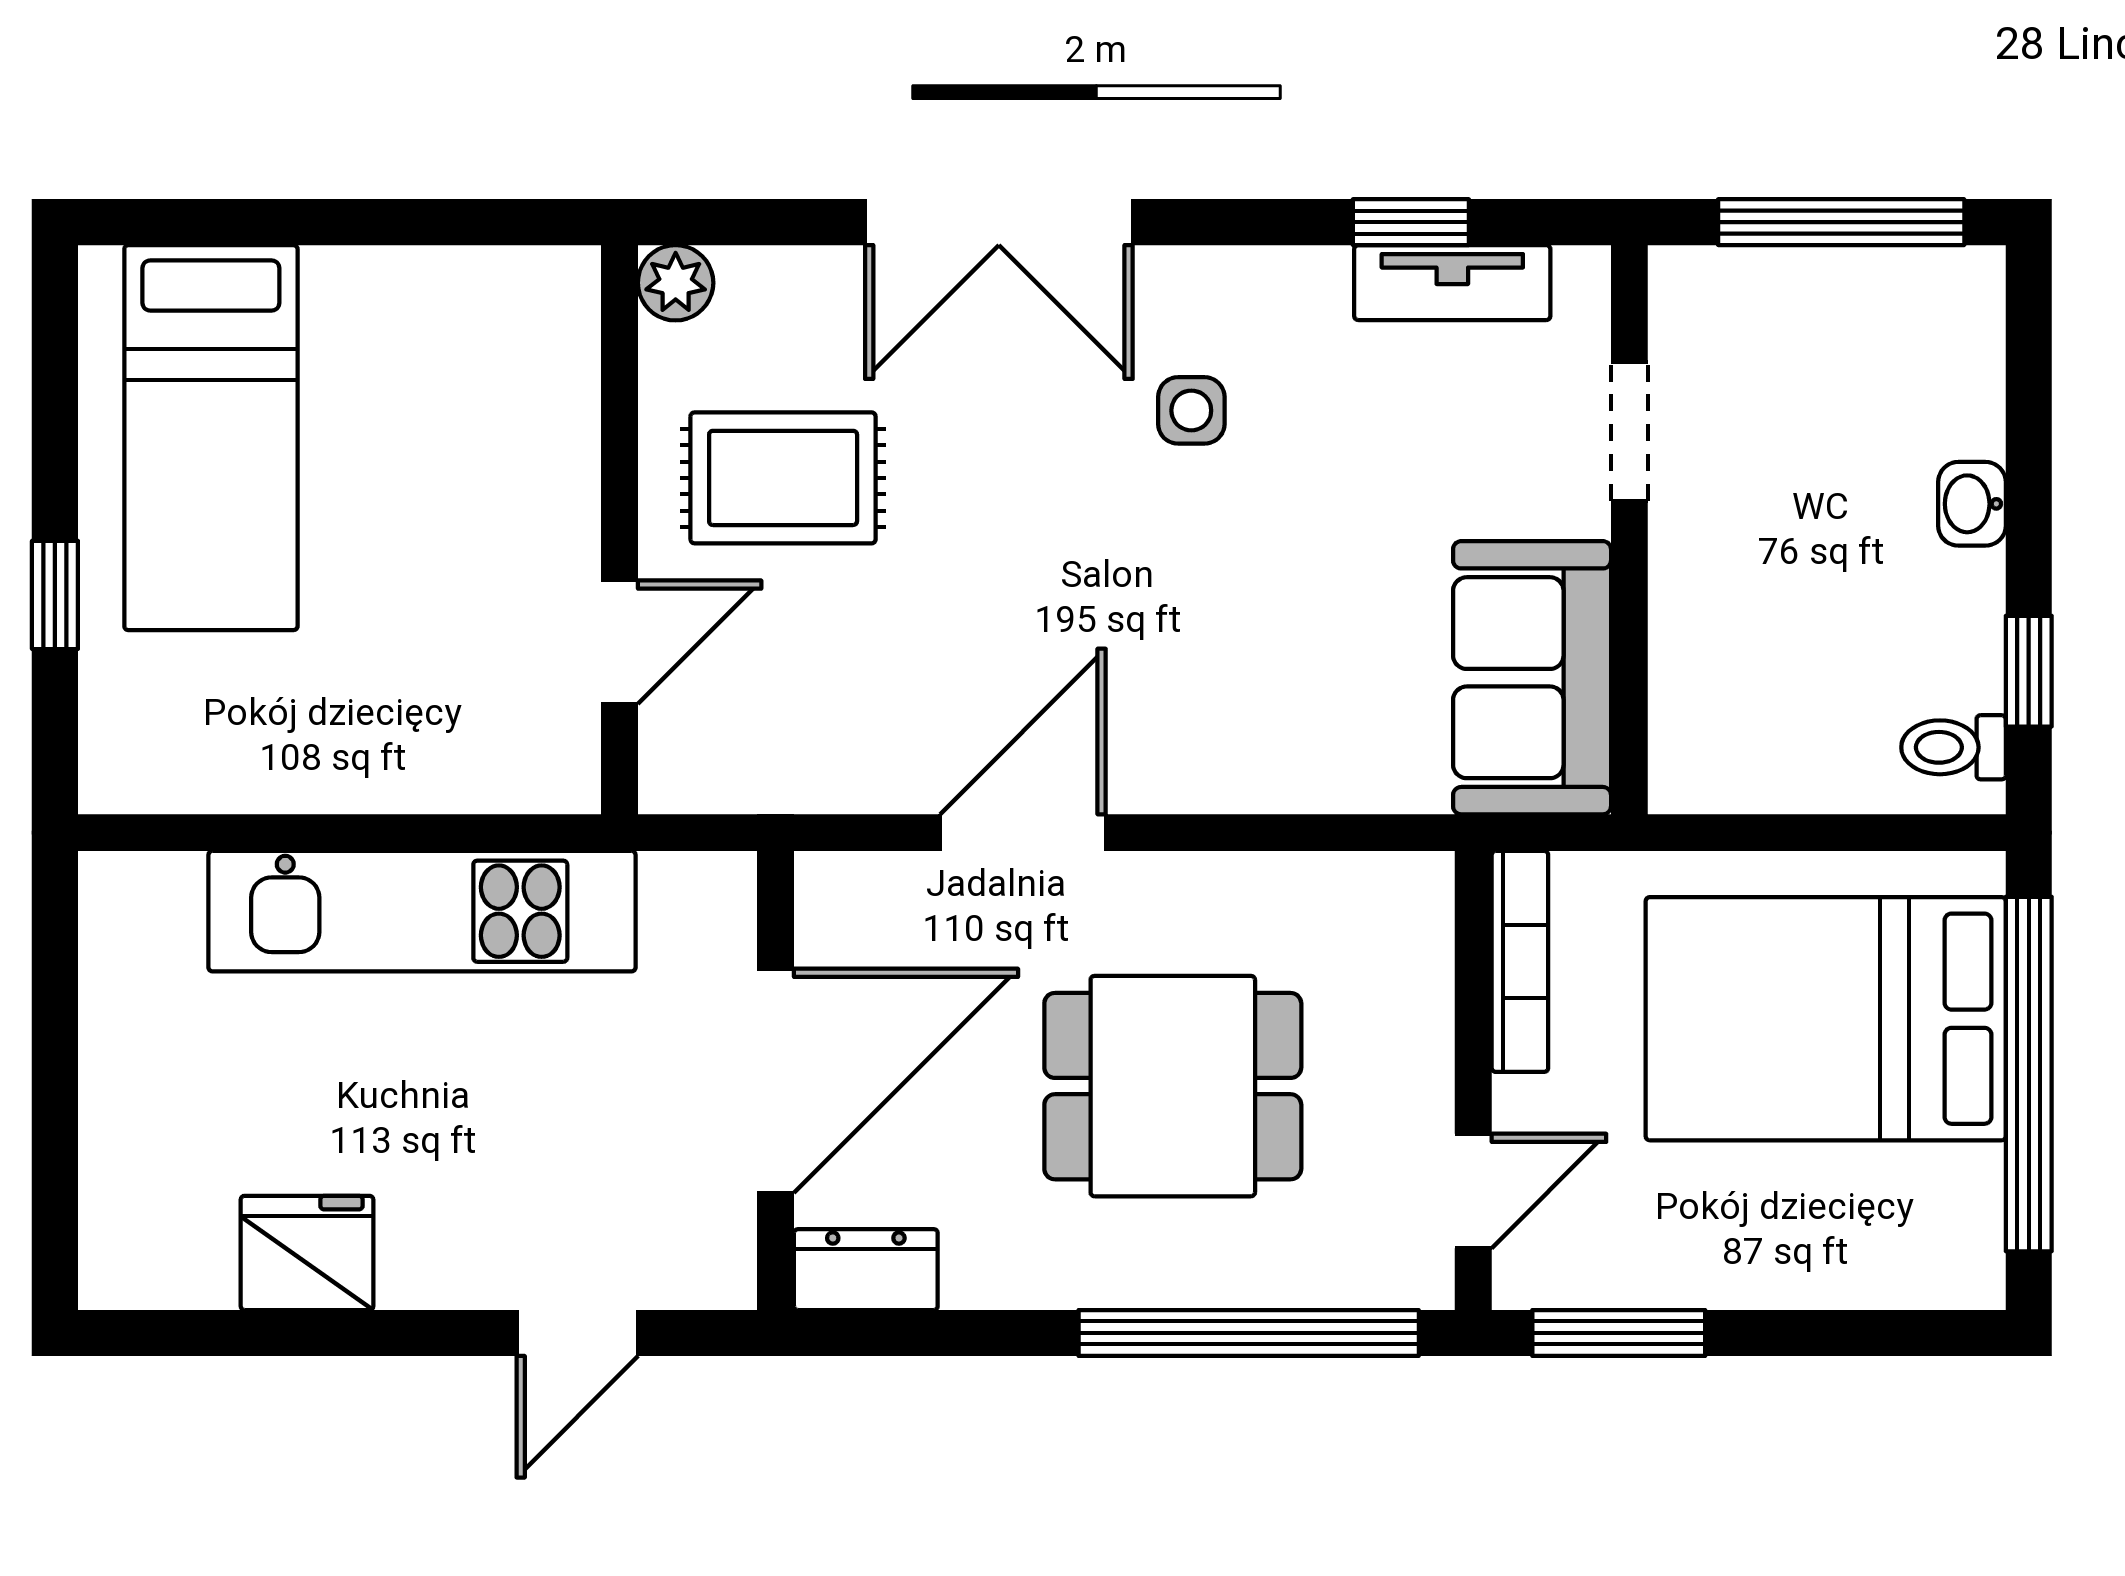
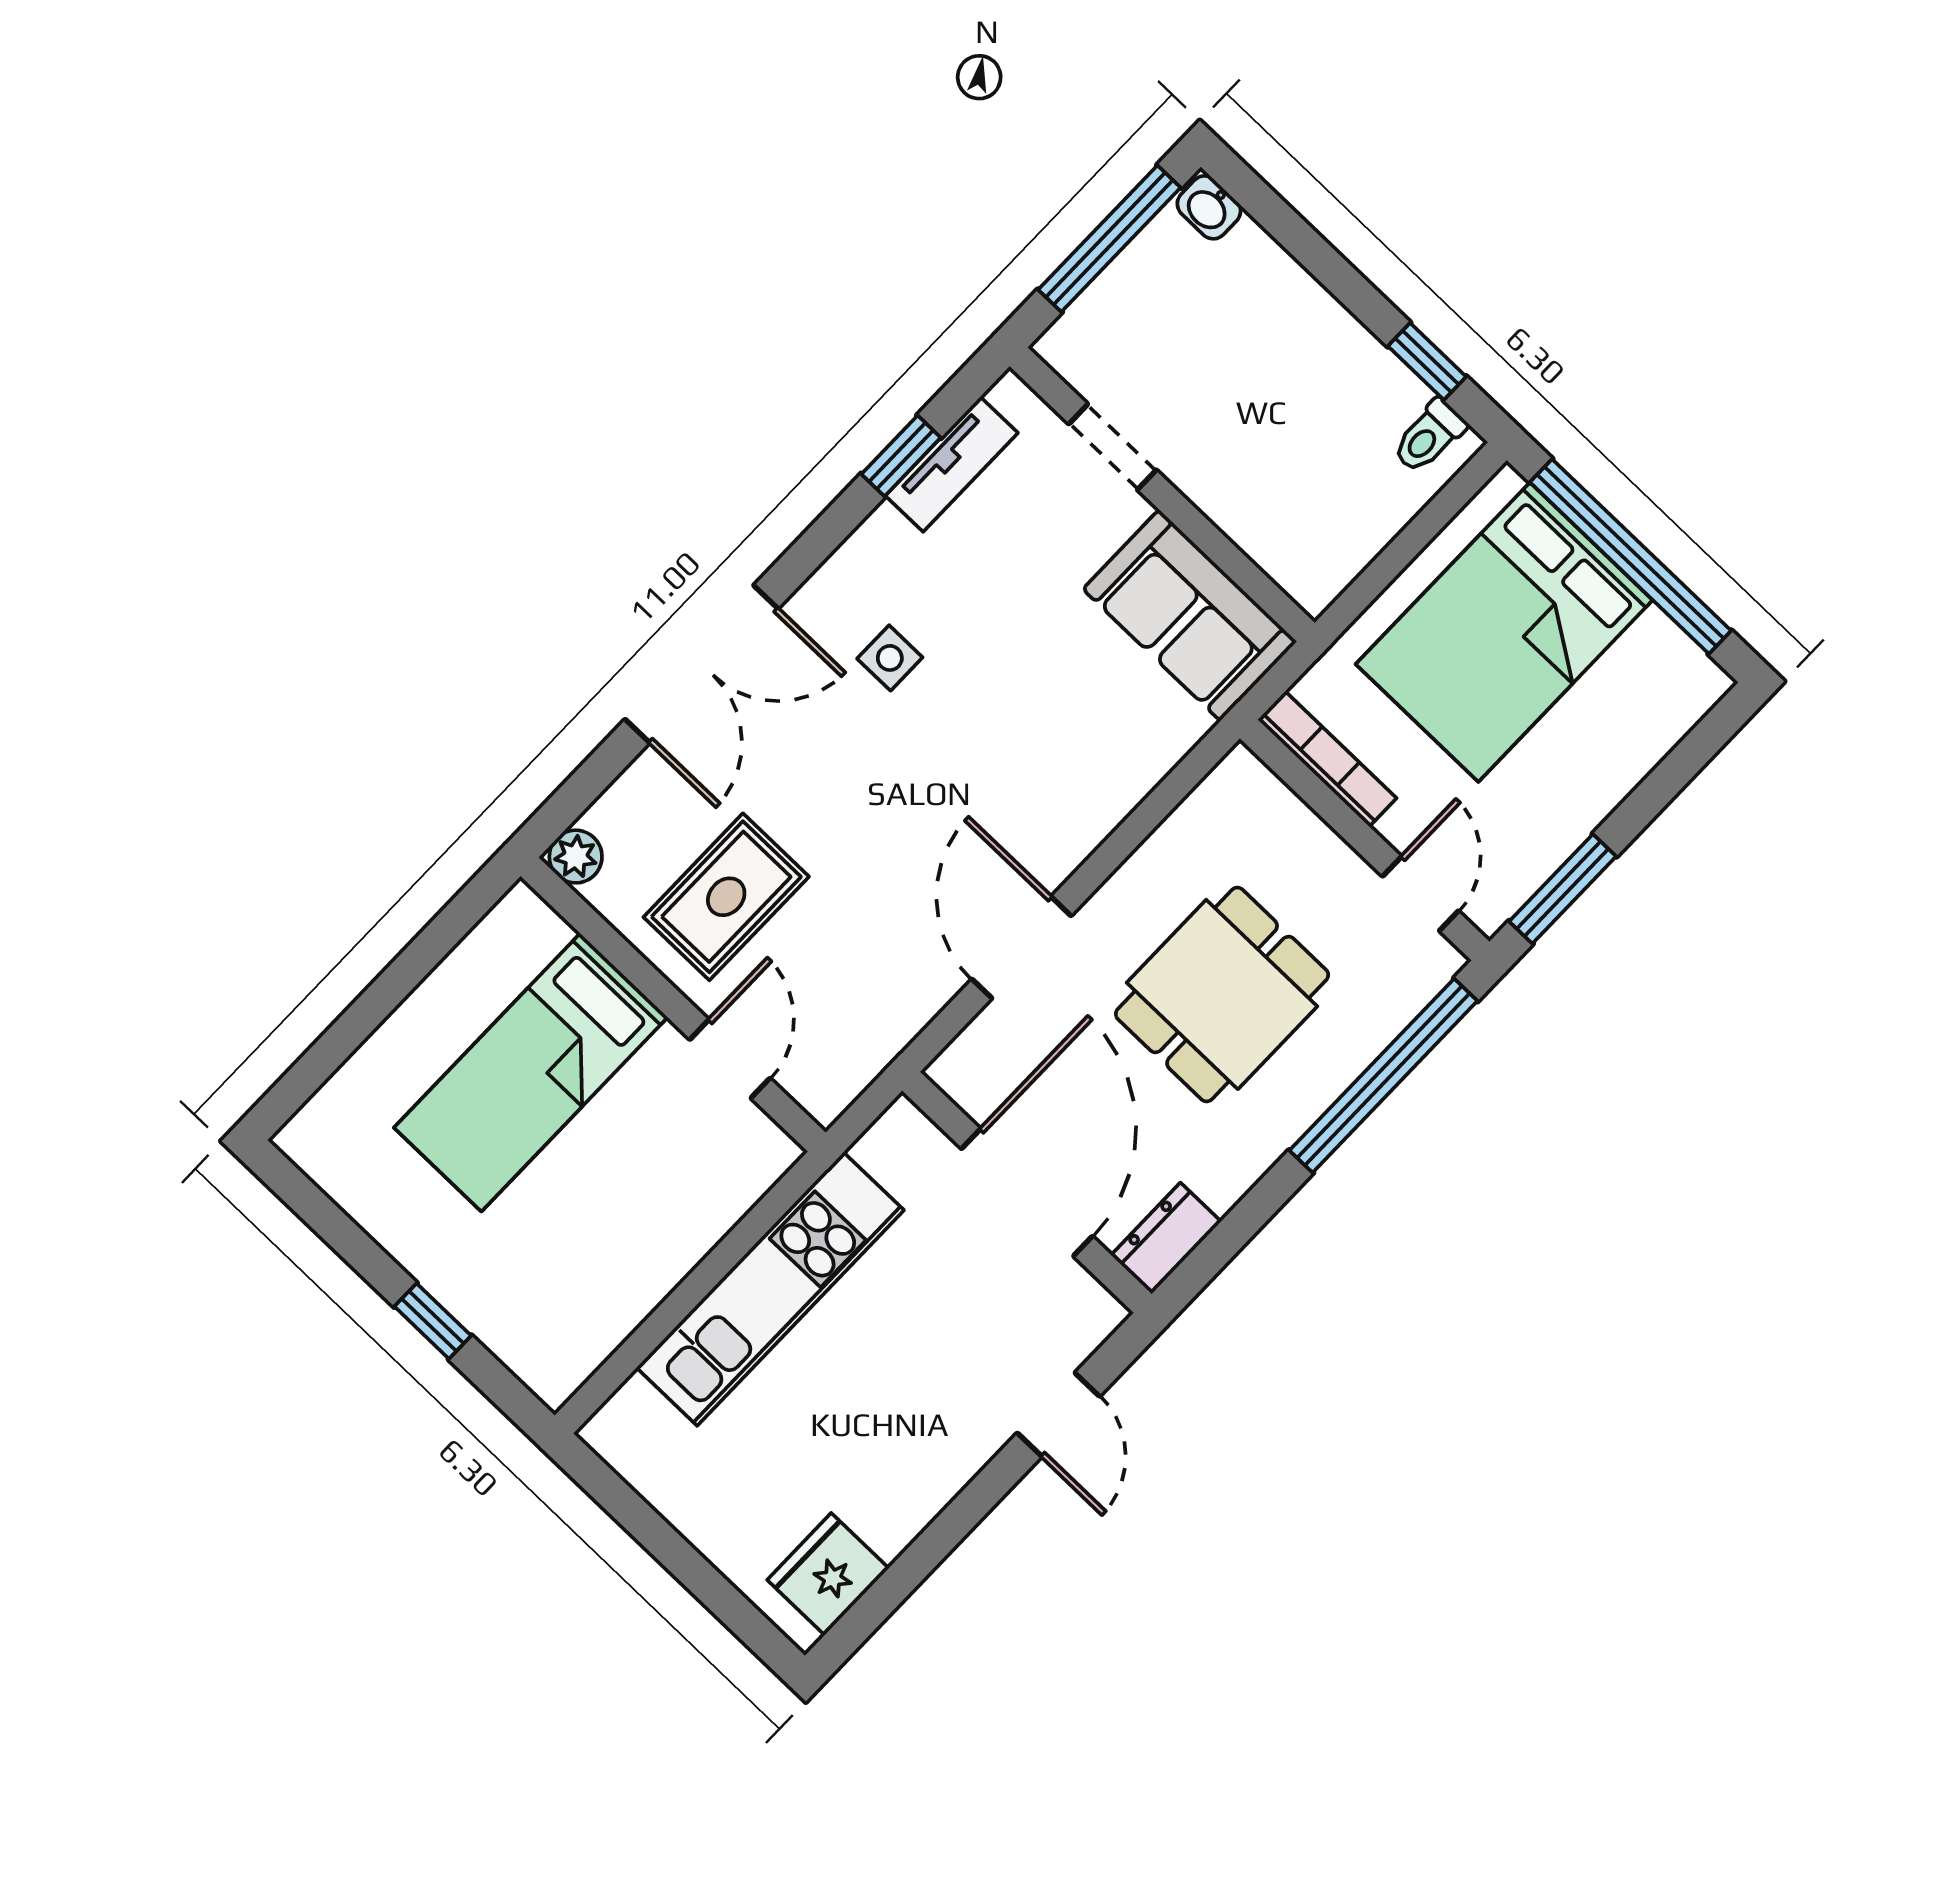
bed: (211, 438) -> (531, 1072), moved, turned 90
washbasin: (1972, 504) -> (1209, 207), moved
fridge: (307, 1253) -> (828, 1574), moved

